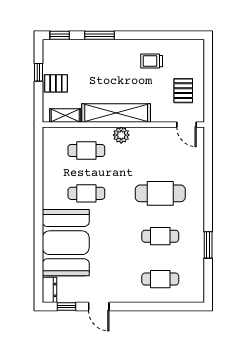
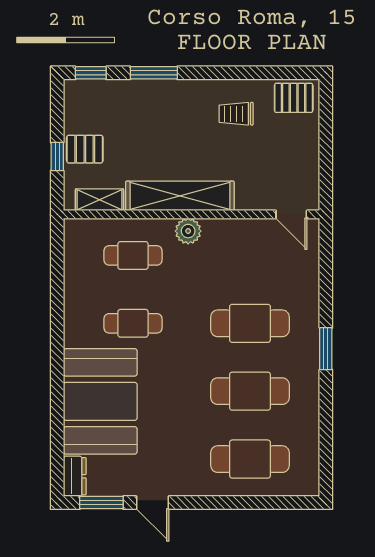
window: (39, 72) -> (57, 157), moved
pallet: (183, 91) -> (294, 98), moved, turned 90
cafe table: (160, 236) -> (250, 391), width x1.37, depth x1.35
window: (208, 245) -> (326, 349), moved
cafe table: (160, 279) -> (250, 459), width x1.37, depth x1.35
window: (66, 307) -> (101, 503), width x1.50

